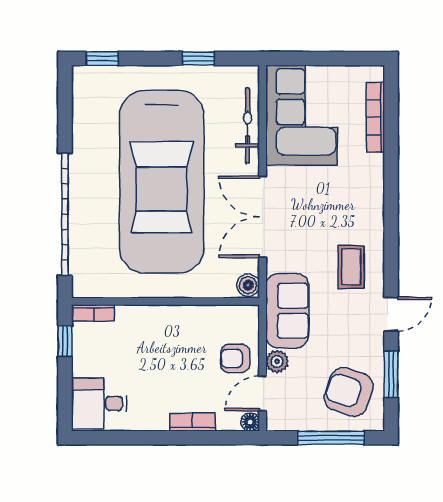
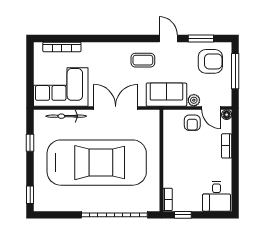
double door: (263, 217) -> (116, 108), swing flipped
boiler: (248, 285) -> (153, 116), removed
armchair: (349, 392) -> (210, 61), turned -108

